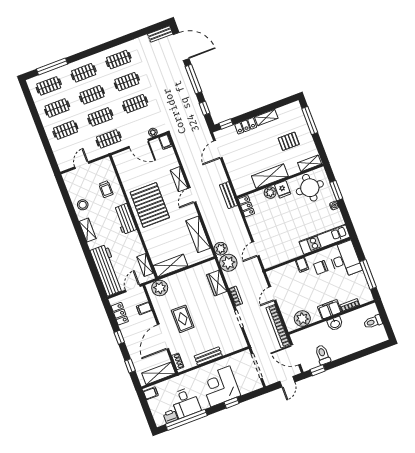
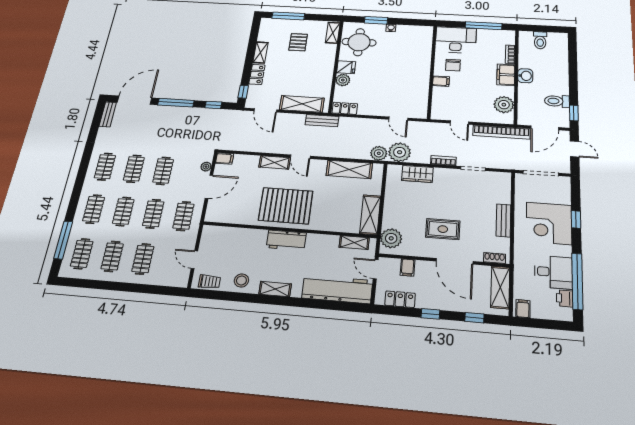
shelving: (270, 176) -> (302, 104), moved, turned 90
trolley: (106, 189) -> (209, 282), moved
kitchen unit: (325, 239) -> (423, 50), removed

